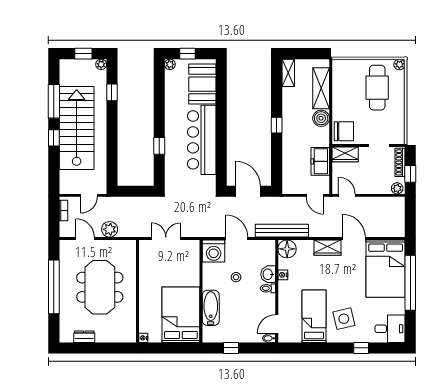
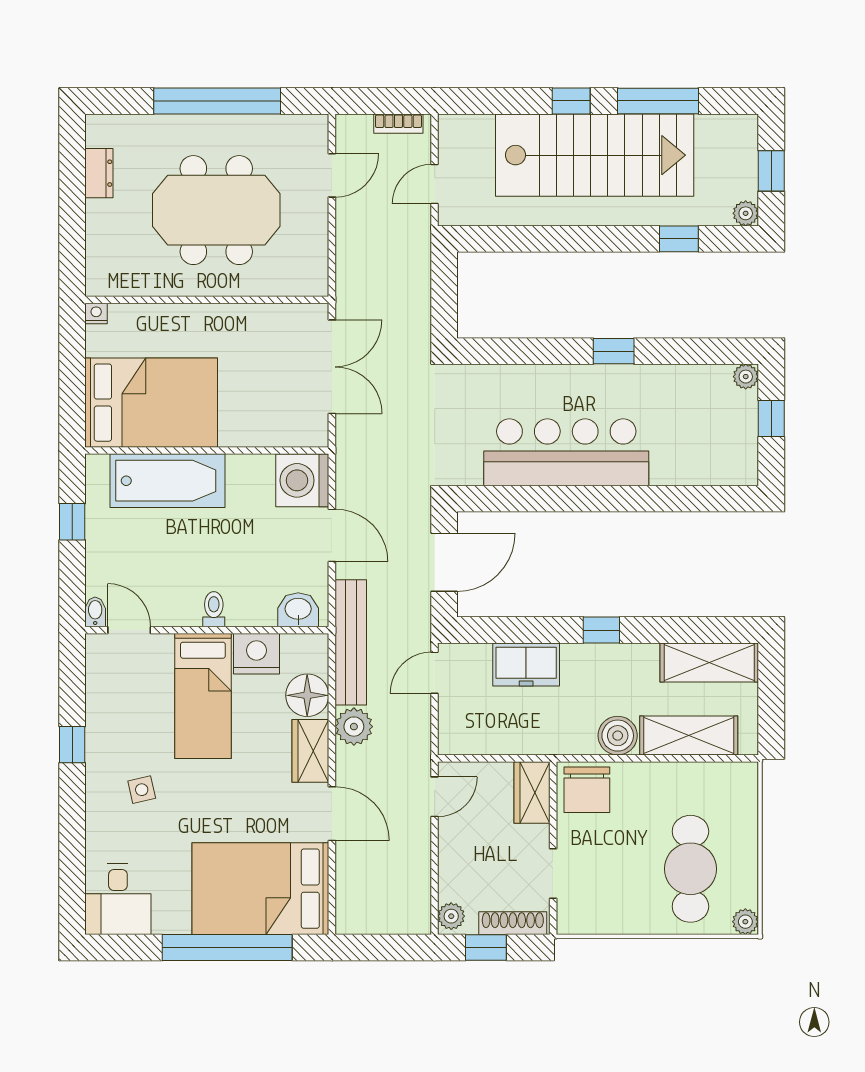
shelving: (288, 73) -> (709, 663), width x1.50, depth x1.33
booth: (202, 84) -> (699, 454), removed
cafe table: (377, 88) -> (690, 869), turned 90
window: (159, 146) -> (614, 351), moved
freezer: (320, 161) -> (526, 664), moved, turned 180
door: (89, 195) -> (435, 184), hinge flipped
door: (315, 195) -> (435, 673), moved
plant: (110, 229) -> (354, 727), moved
double door: (166, 239) -> (332, 367), width x1.37
door: (237, 239) -> (332, 535), hinge flipped
door: (354, 239) -> (332, 814), hinge flipped
floor lamp: (287, 249) -> (307, 695), moved
washbasin: (268, 274) -> (298, 610), moved
nightstand: (283, 275) -> (256, 654), width x1.89, depth x1.79
stool: (236, 277) -> (240, 534), removed
bathtub: (211, 308) -> (167, 481), width x1.36, depth x1.36
bed: (314, 316) -> (203, 696), moved, turned 90
side table: (344, 319) -> (142, 790), width x0.54, depth x0.54
window: (361, 348) -> (72, 745), moved

